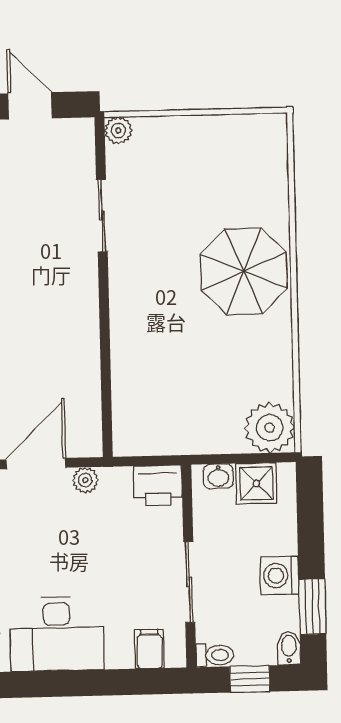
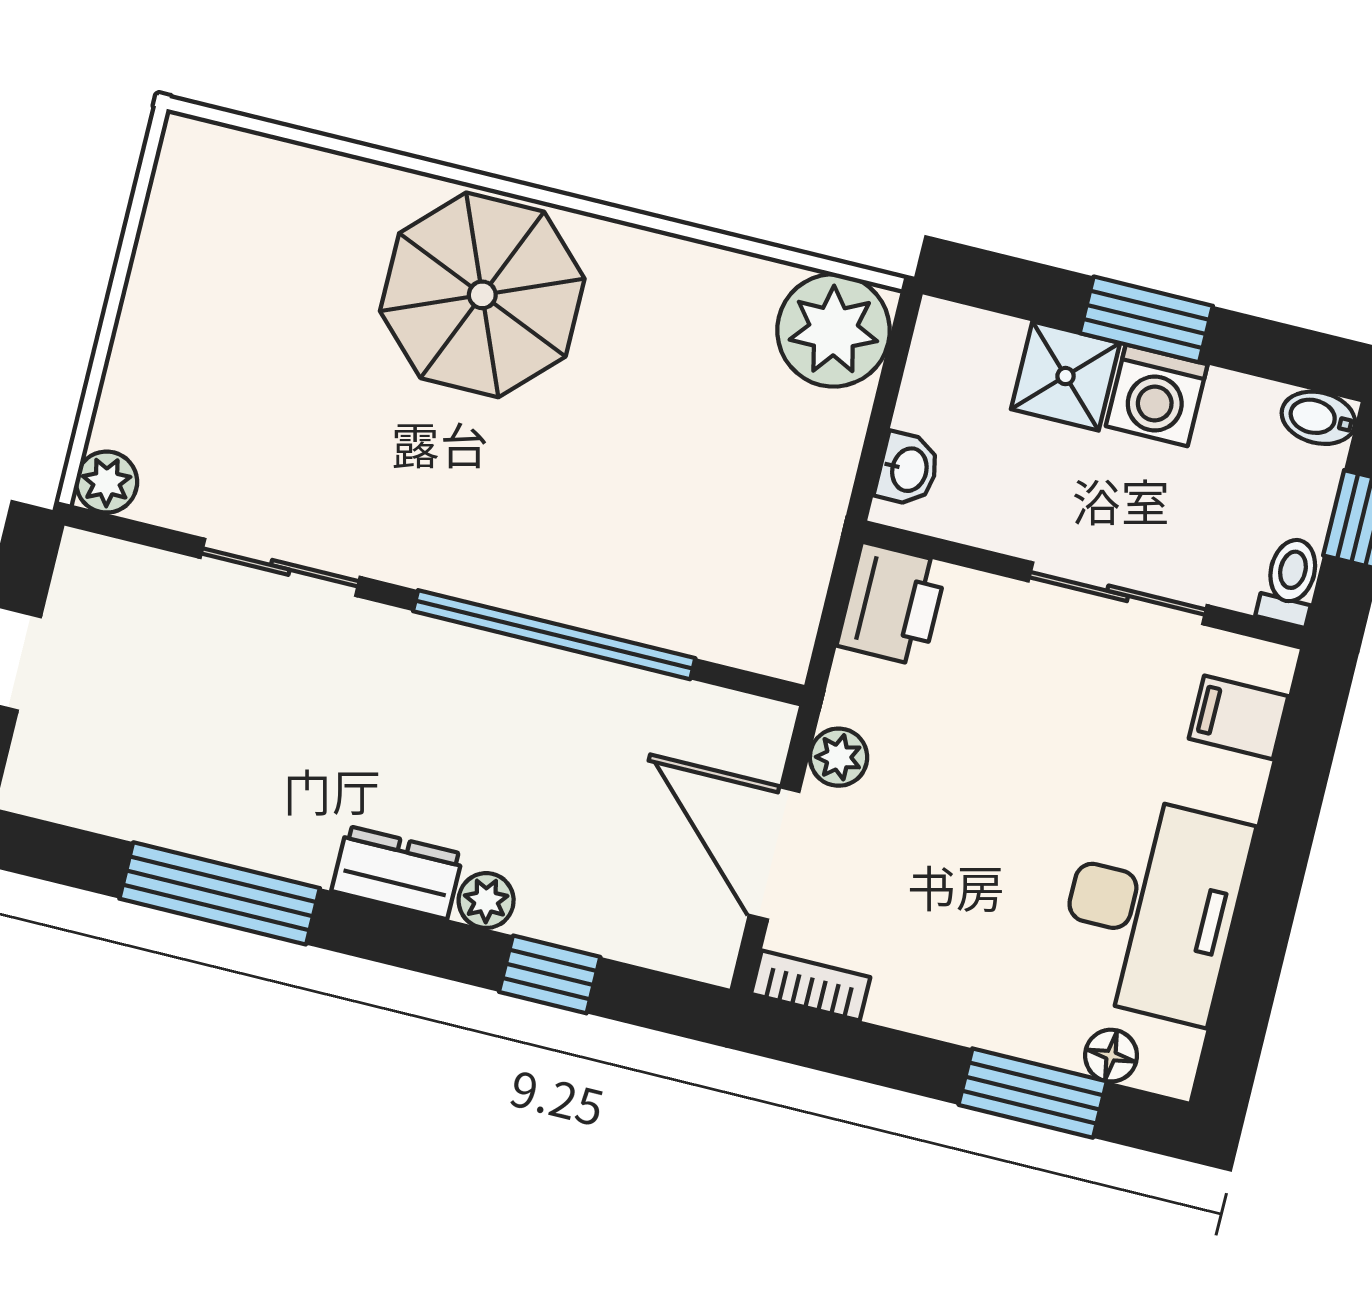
window: (105, 342) -> (554, 635), added
shower: (256, 483) -> (1066, 376), moved
window: (312, 607) -> (1146, 319), moved

